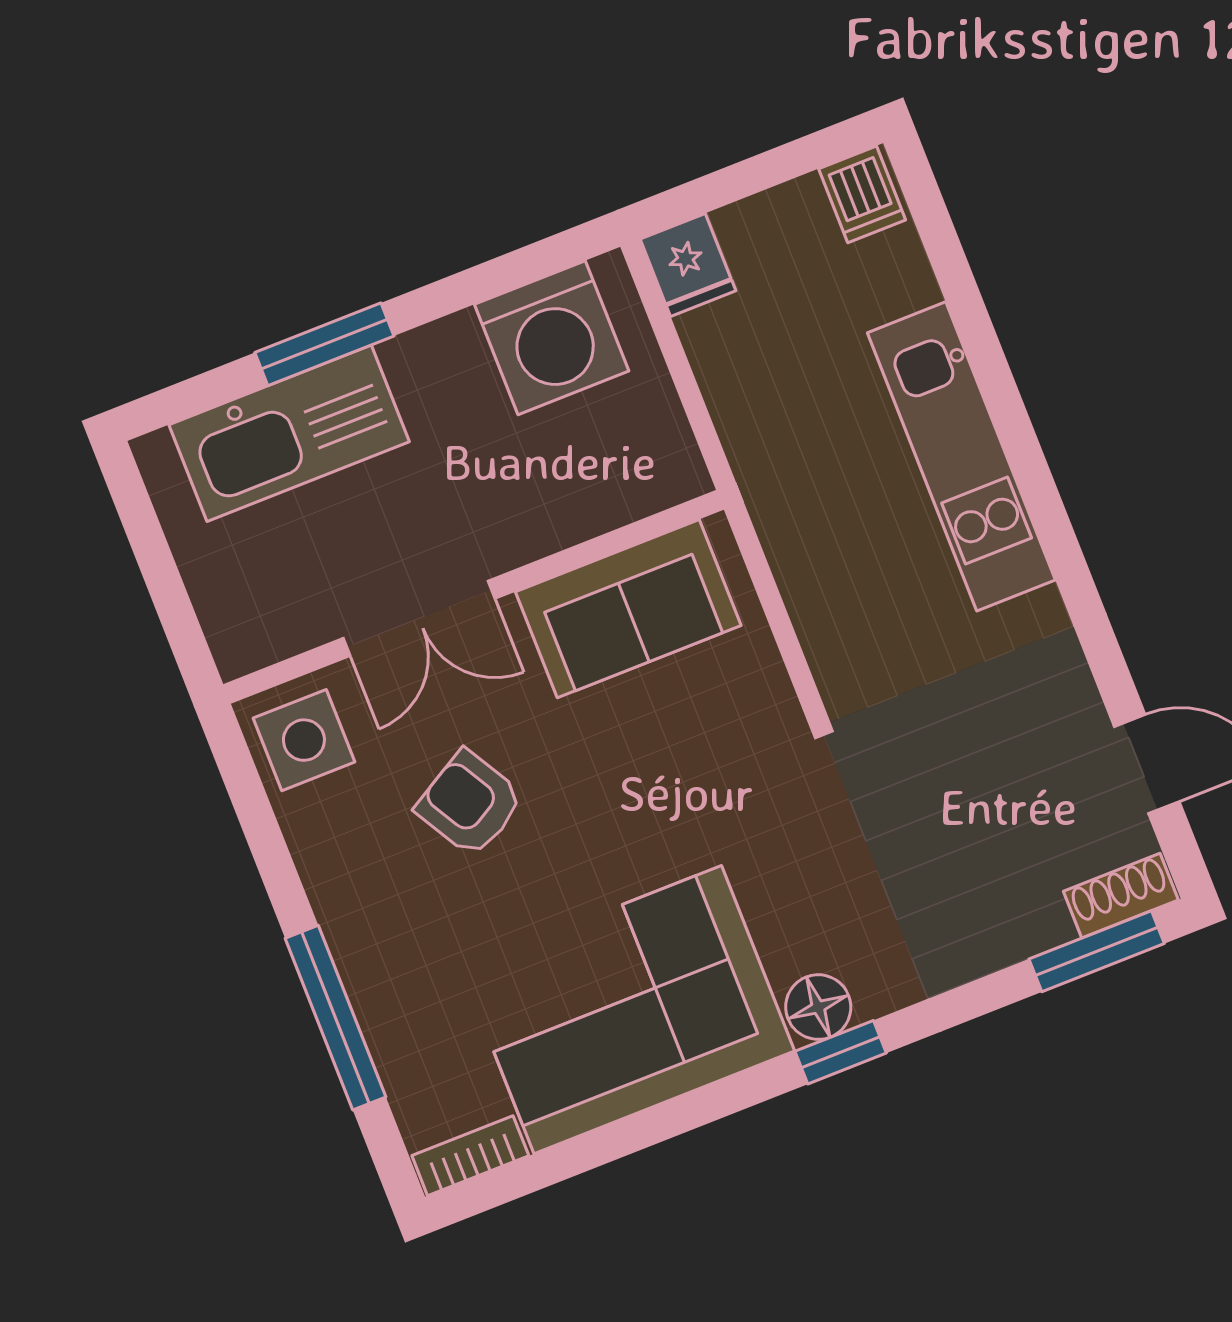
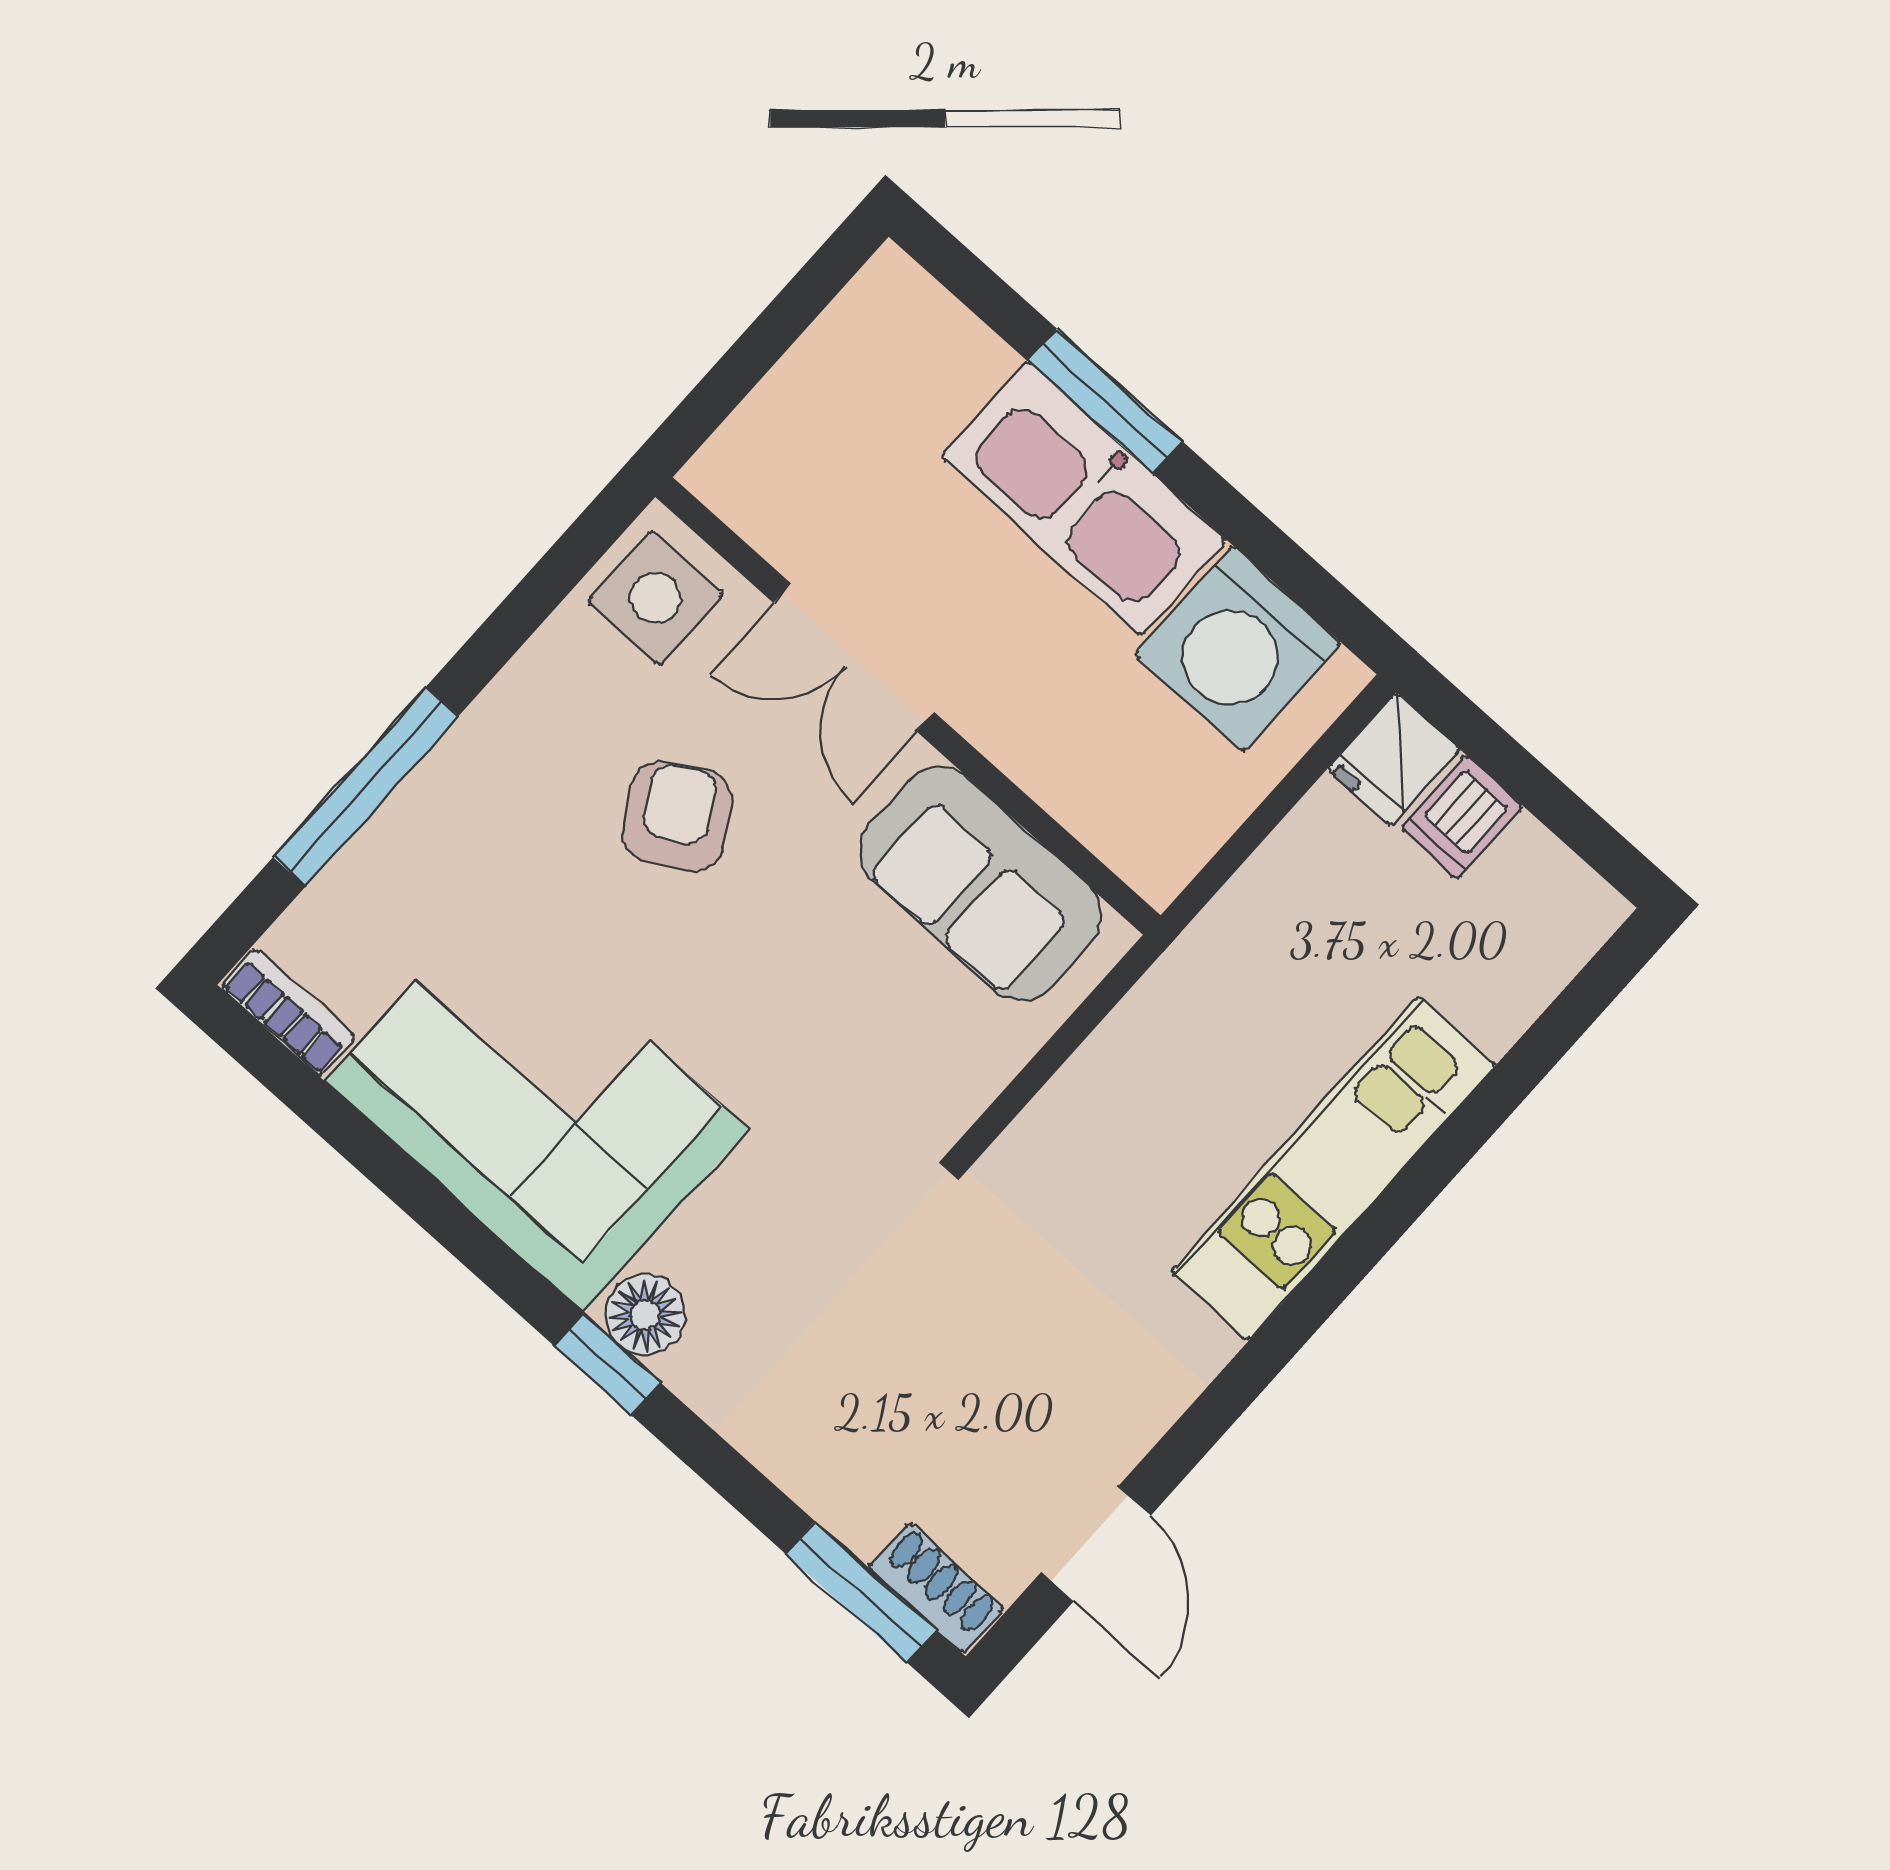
dishwasher: (862, 194) -> (1462, 817), moved
kitchen sink: (289, 433) -> (1084, 498), moved

